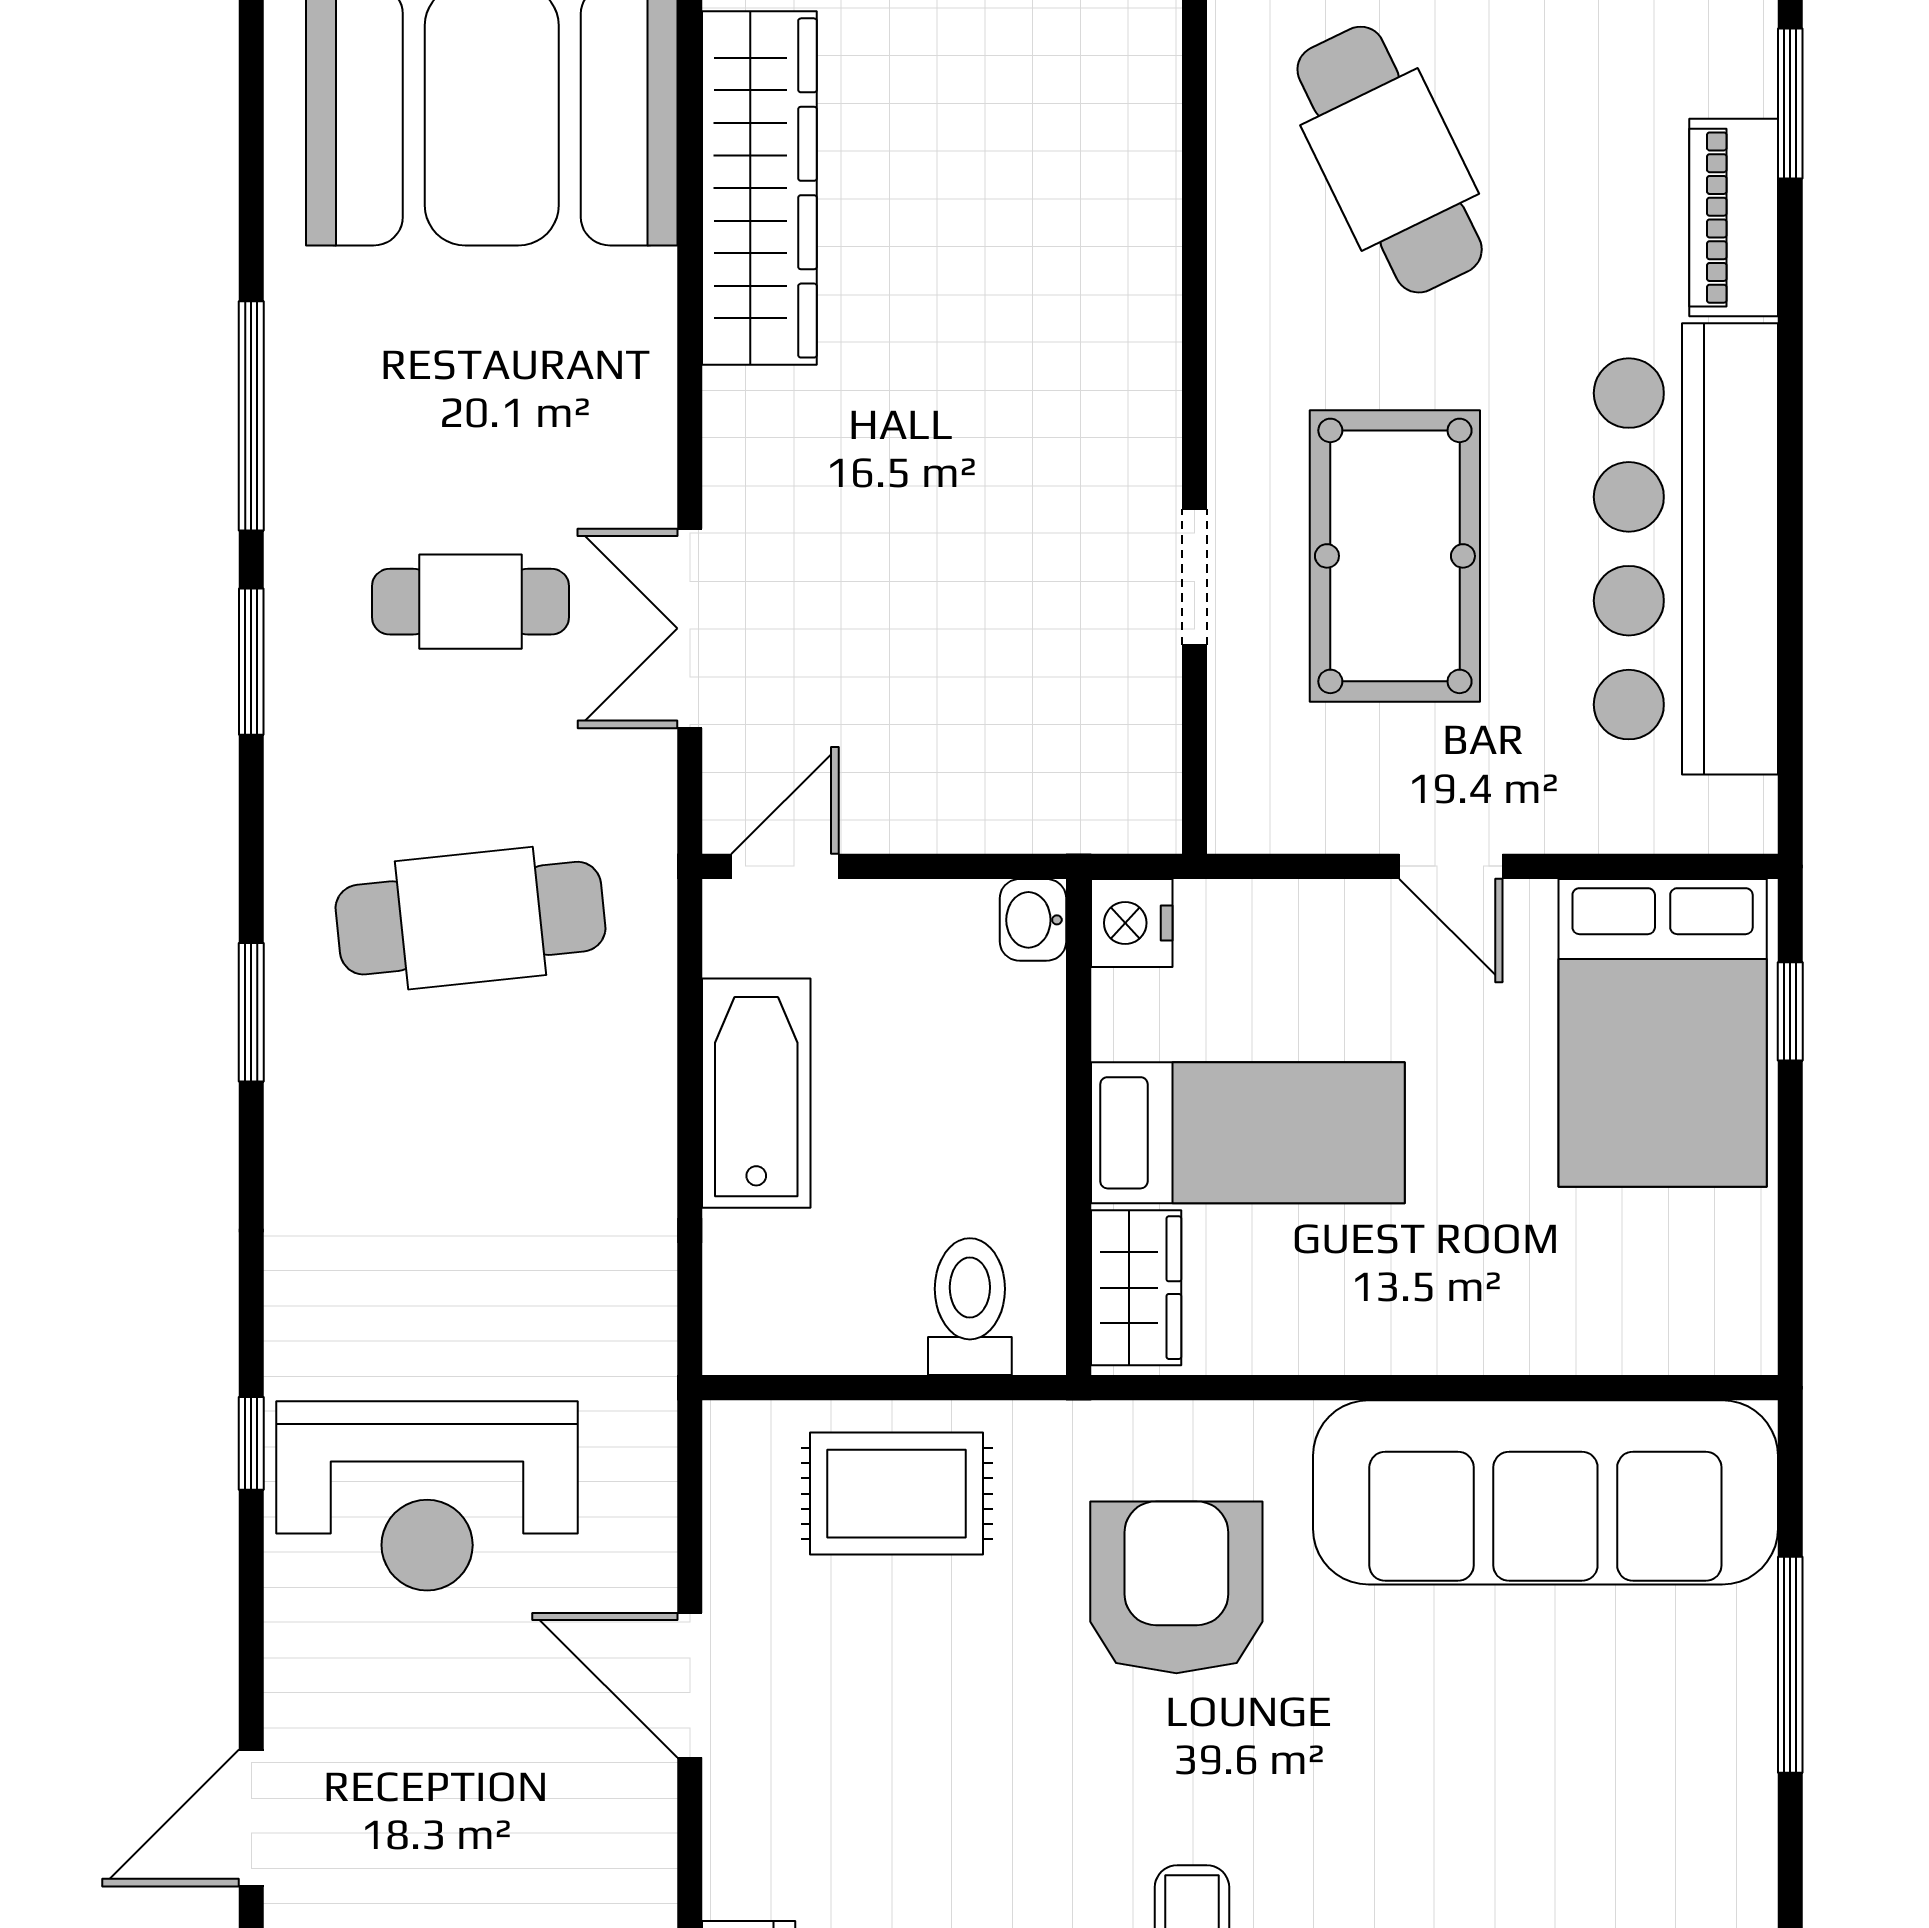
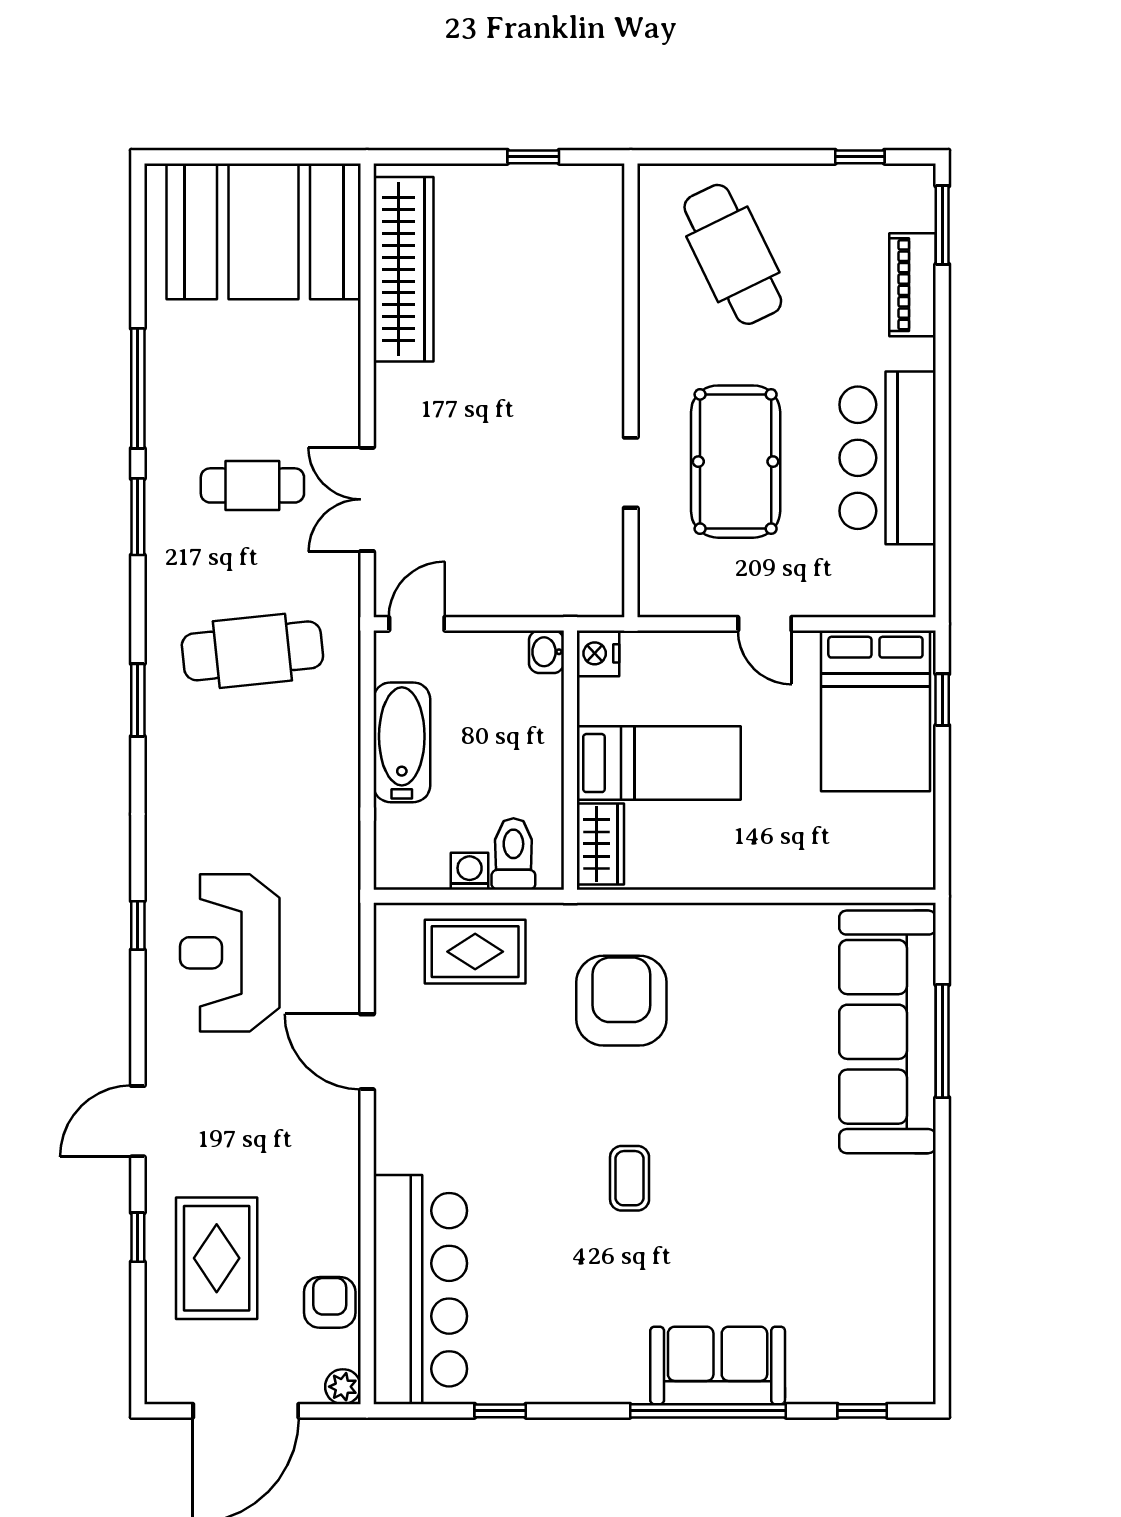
bar counter: (1686, 549) -> (888, 458), width x0.73
washing machine: (886, 1340) -> (470, 871), added
sofa: (1545, 1492) -> (887, 1032), moved, turned 90
reception desk: (427, 1496) -> (230, 953), turned 90

